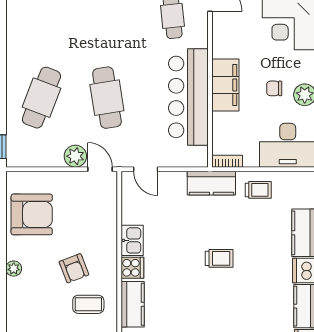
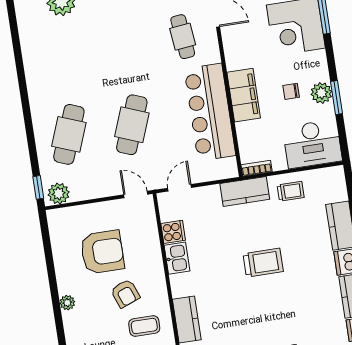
cafe table: (107, 98) -> (132, 125), turned 30
plant: (75, 156) -> (59, 194), moved
door: (146, 169) -> (180, 188), swing flipped
armchair: (32, 214) -> (102, 252), moved
trolley: (219, 258) -> (263, 263), width x1.36, depth x1.39
cooker: (132, 268) -> (173, 232), moved

